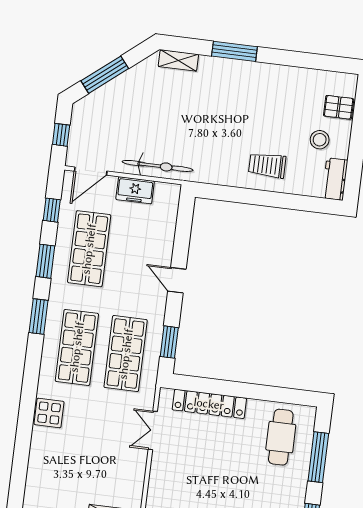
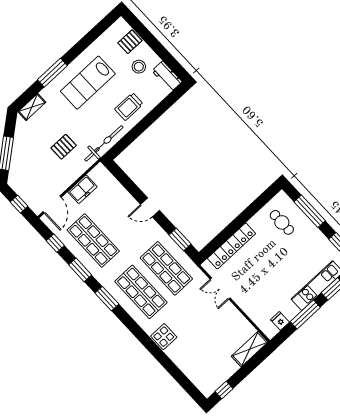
lab bench: (256, 99) -> (88, 83), added
pallet: (164, 131) -> (64, 147), added
bicycle: (158, 166) -> (104, 143), moved
cafe table: (281, 437) -> (282, 222), width x0.73, depth x0.74

